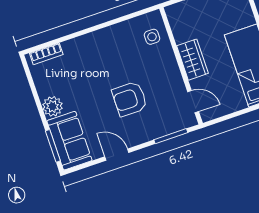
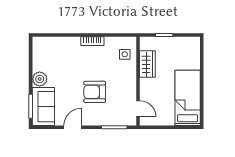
bookcase: (46, 54) -> (92, 41), moved
wardrobe: (192, 60) -> (147, 64), moved
door: (117, 155) -> (73, 127), hinge flipped

